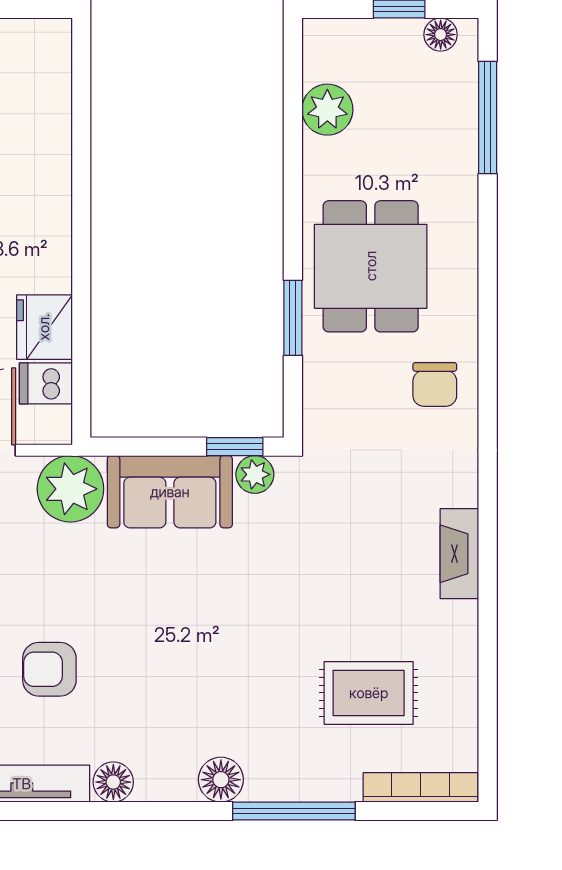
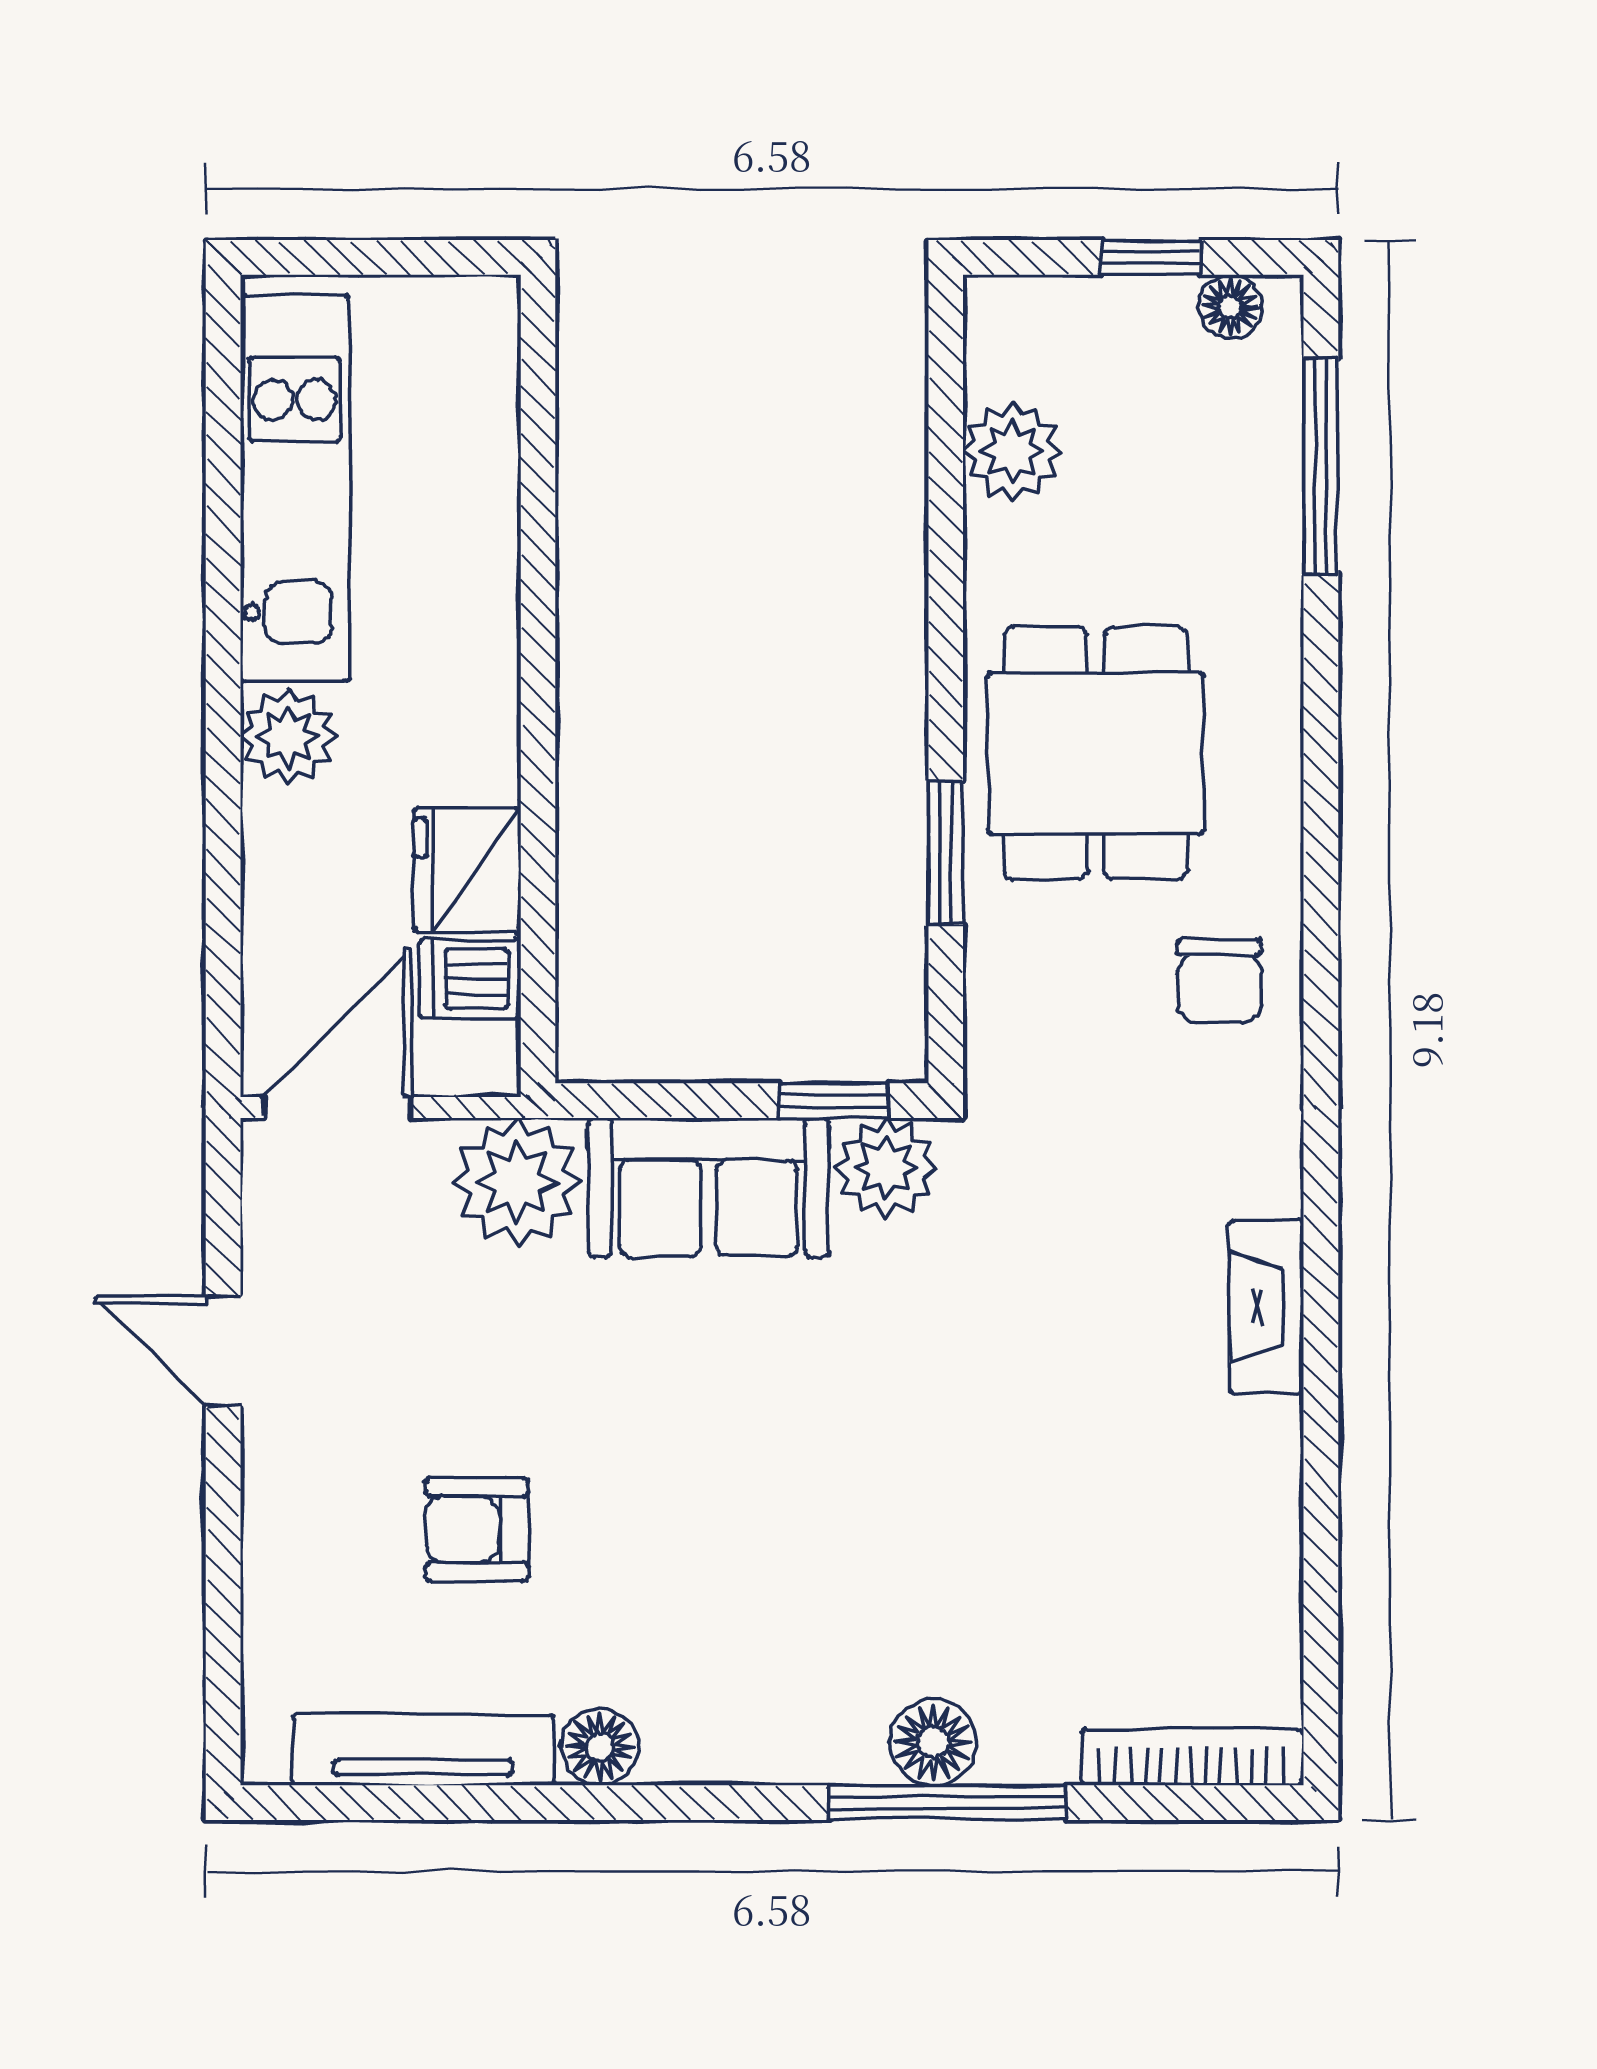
plant: (255, 474) -> (886, 1168), width x1.38, depth x1.38
rug: (369, 693) -> (1092, 1575), removed
floor lamp: (221, 780) -> (933, 1742), moved

